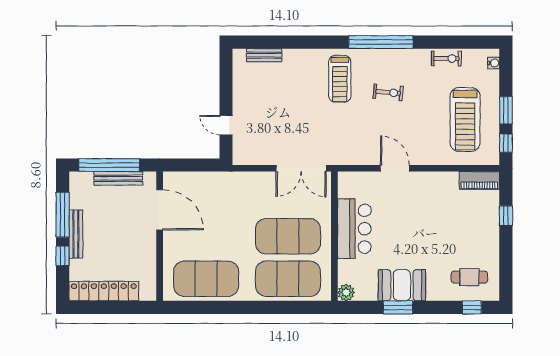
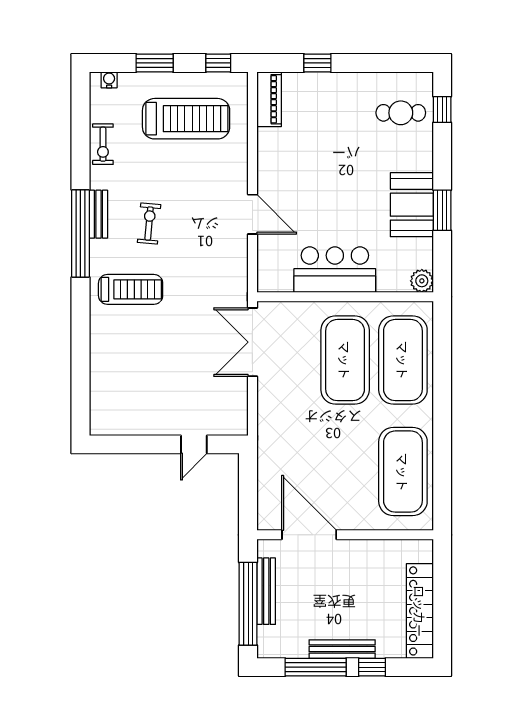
bench: (264, 55) -> (98, 214), moved
exercise bike: (446, 59) -> (103, 144), turned 180
window: (506, 110) -> (155, 63), moved
double door: (301, 168) -> (252, 342), swing flipped
door: (395, 168) -> (252, 214), swing flipped
door: (160, 210) -> (309, 535), hinge flipped
cafe table: (469, 277) -> (401, 113), turned 90

